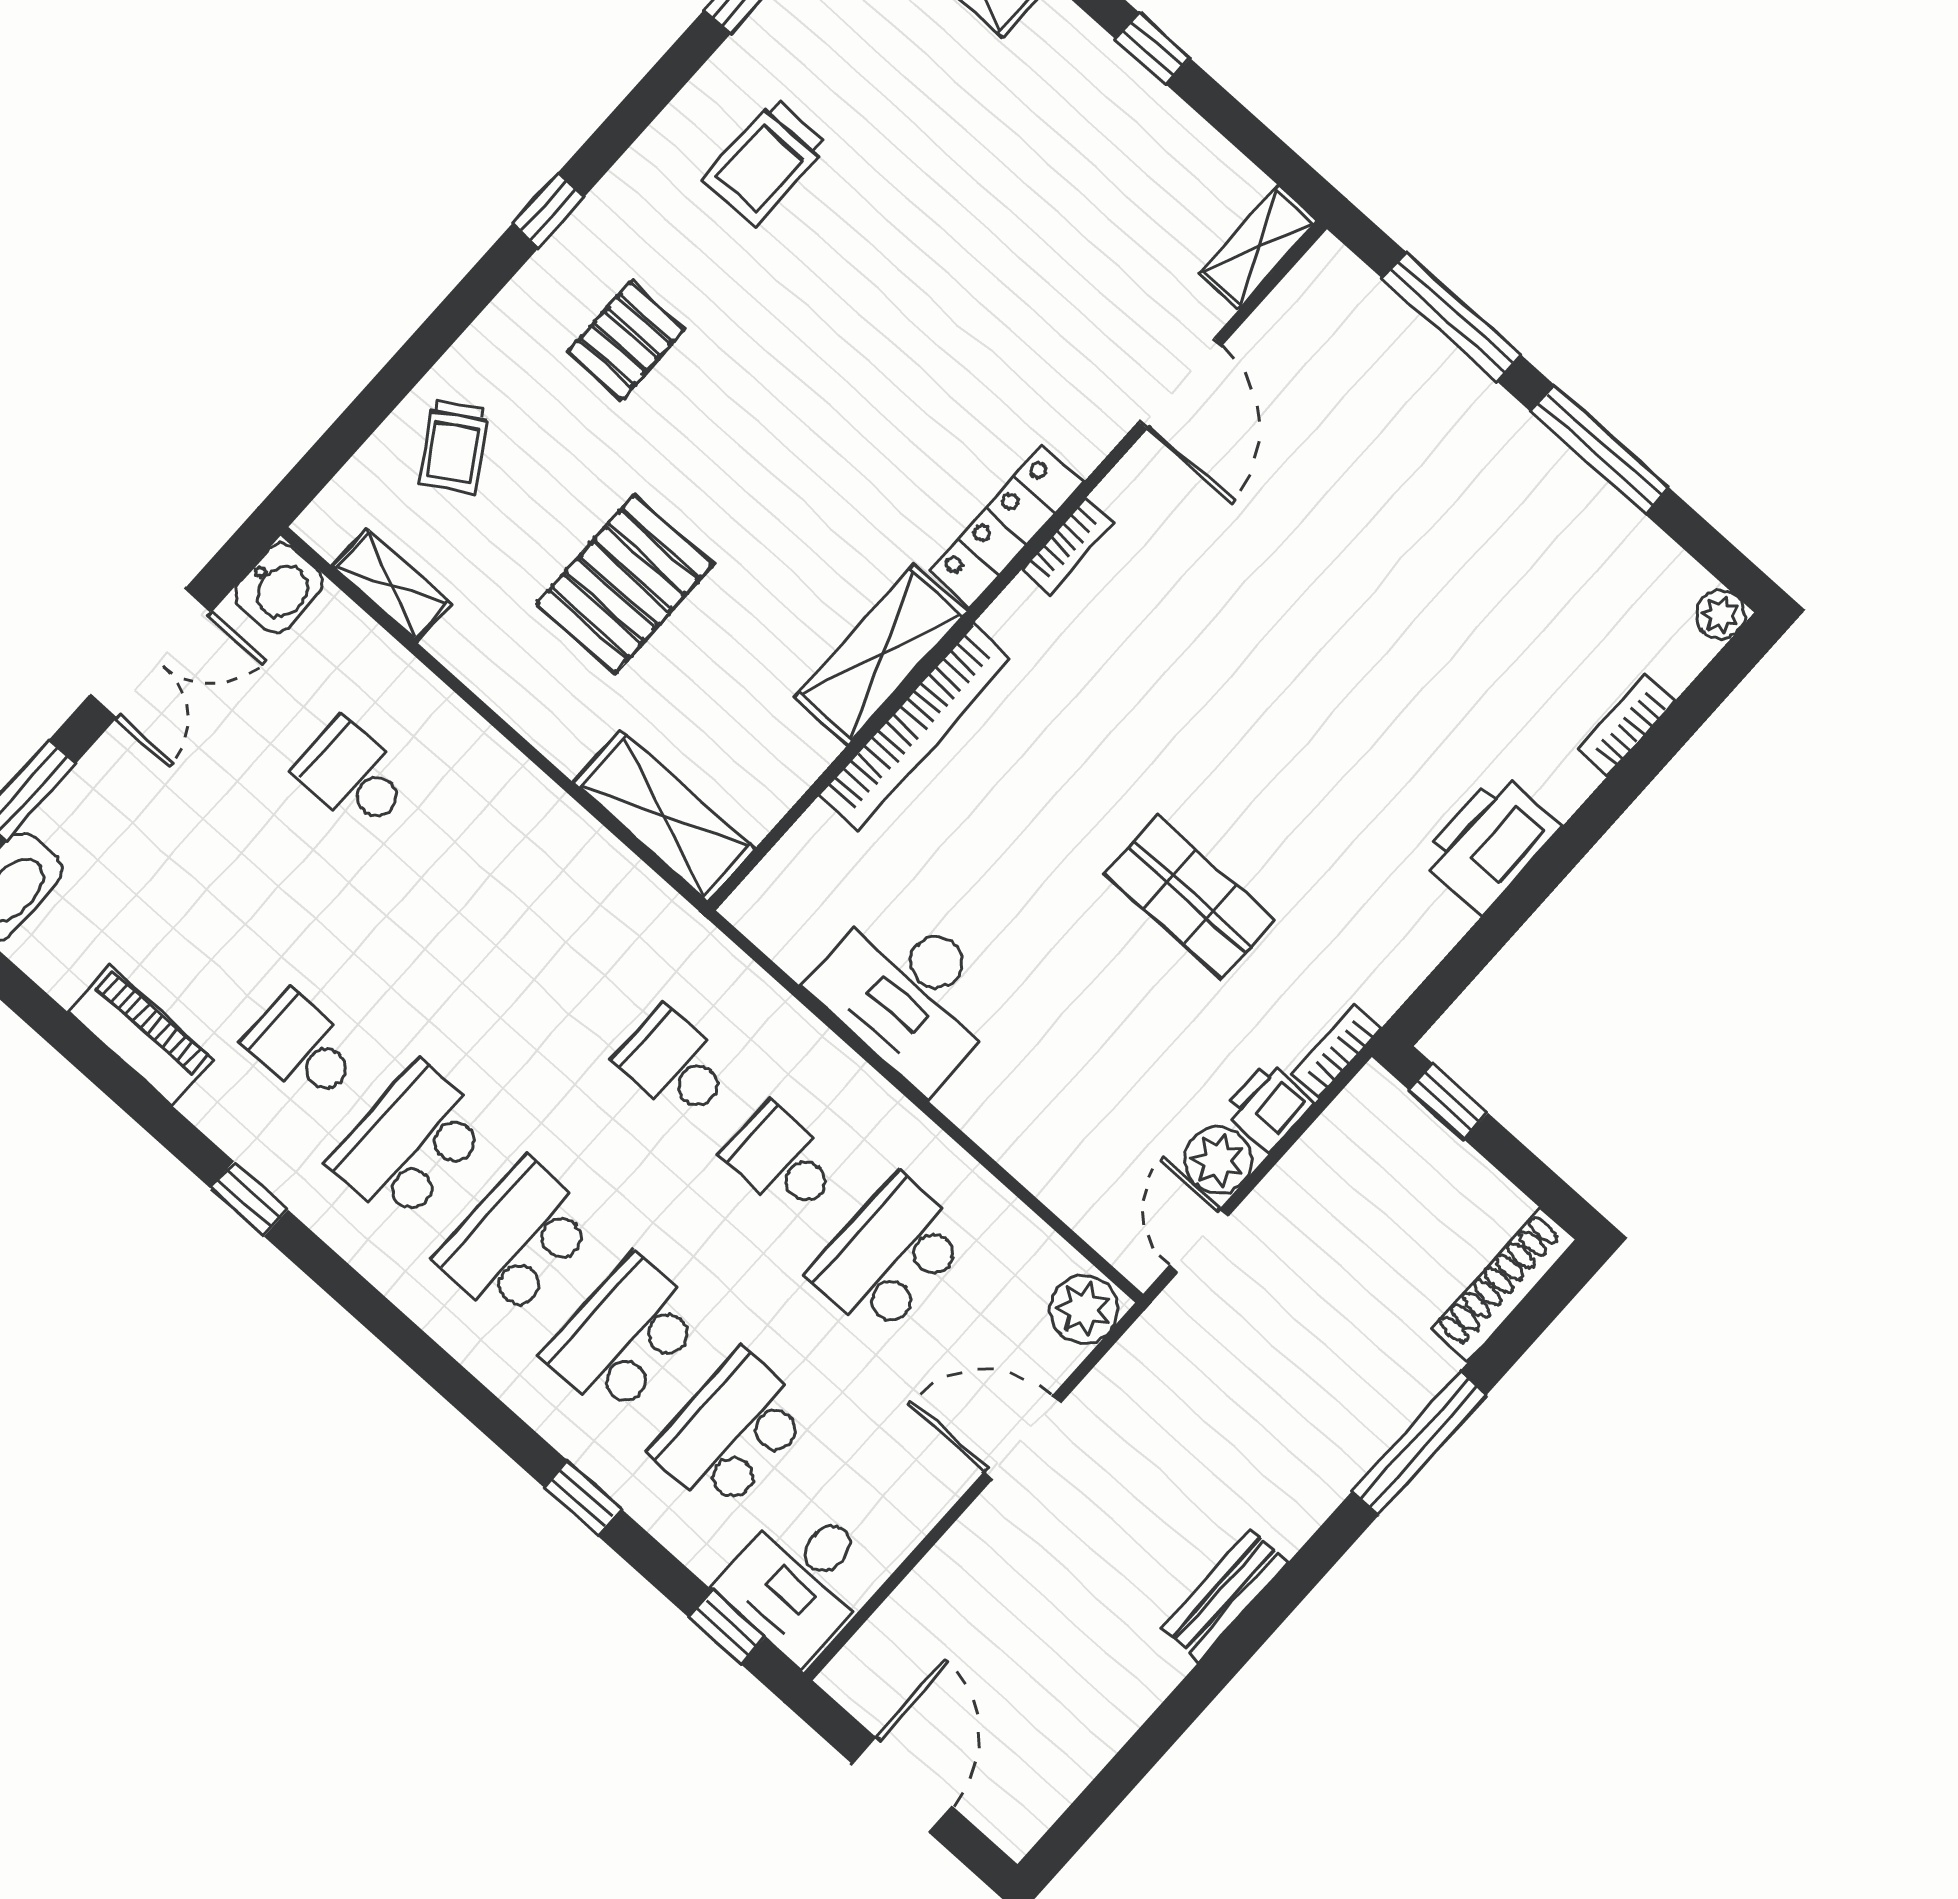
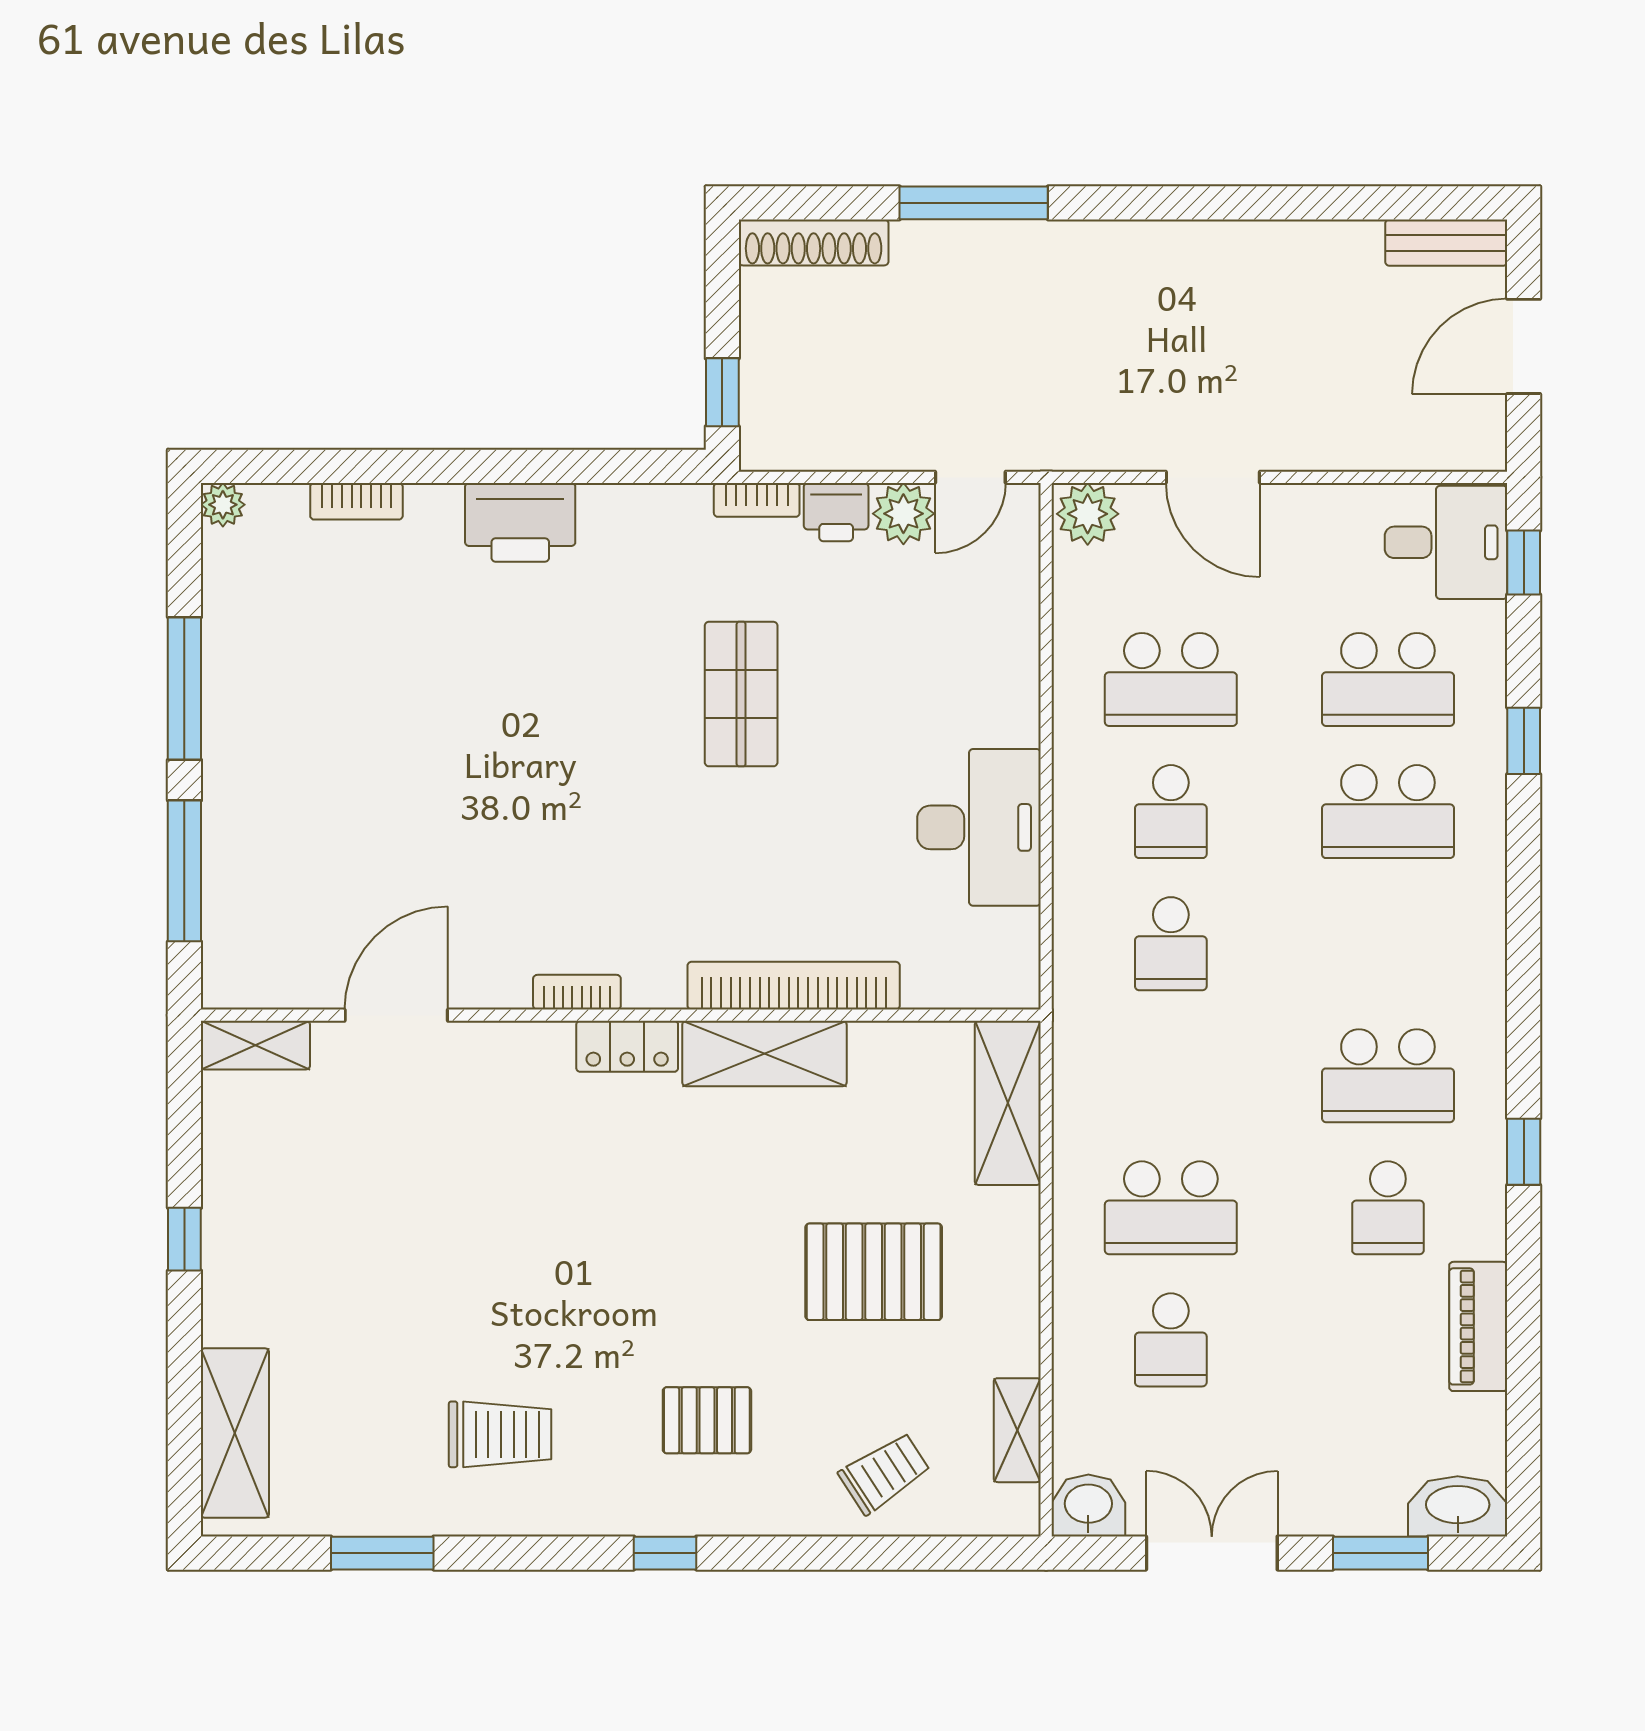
locker: (1006, 527) -> (627, 1046), width x0.66
school desk: (517, 1240) -> (1171, 1208), moved
bench: (1225, 1595) -> (1446, 243), moved

